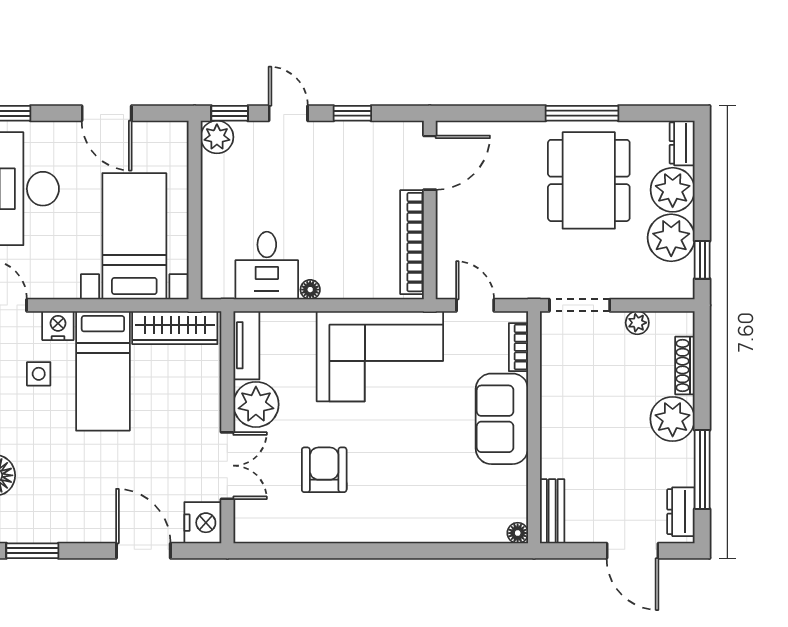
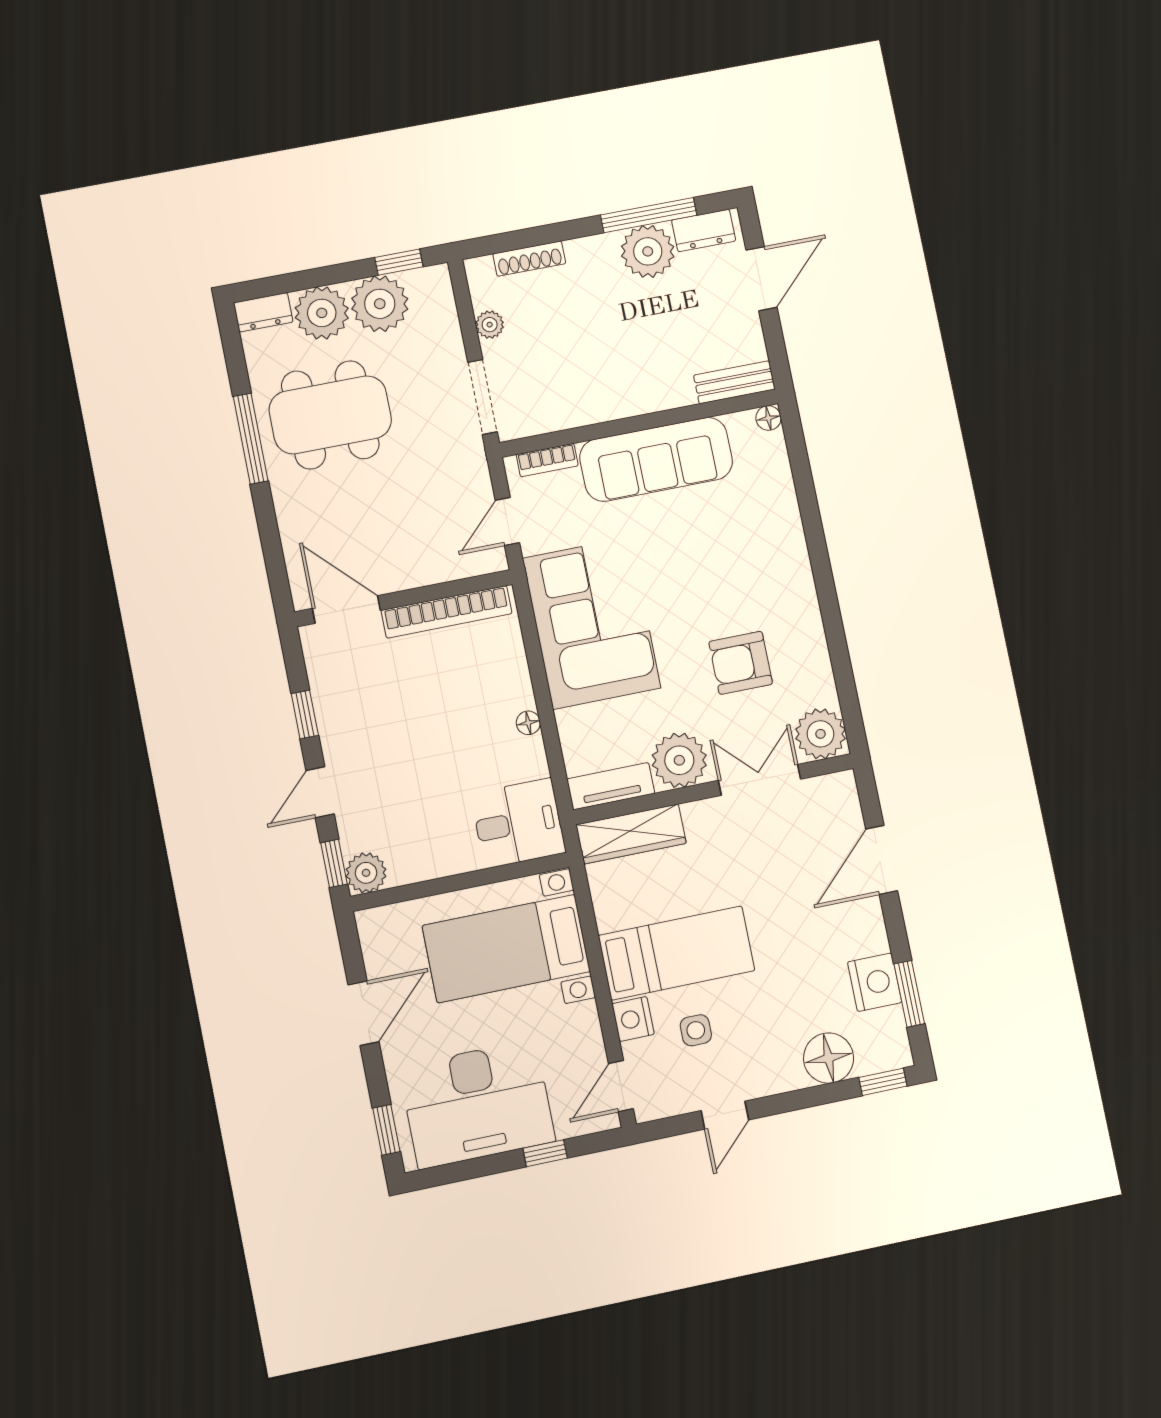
desk: (267, 266) -> (518, 823), moved
wardrobe: (175, 328) -> (631, 834), moved, turned 90
sofa: (502, 419) -> (656, 459), width x1.36
plant: (673, 419) -> (648, 251), moved
plant: (254, 522) -> (821, 734), added
nightstand: (203, 523) -> (875, 982), moved, turned 90

